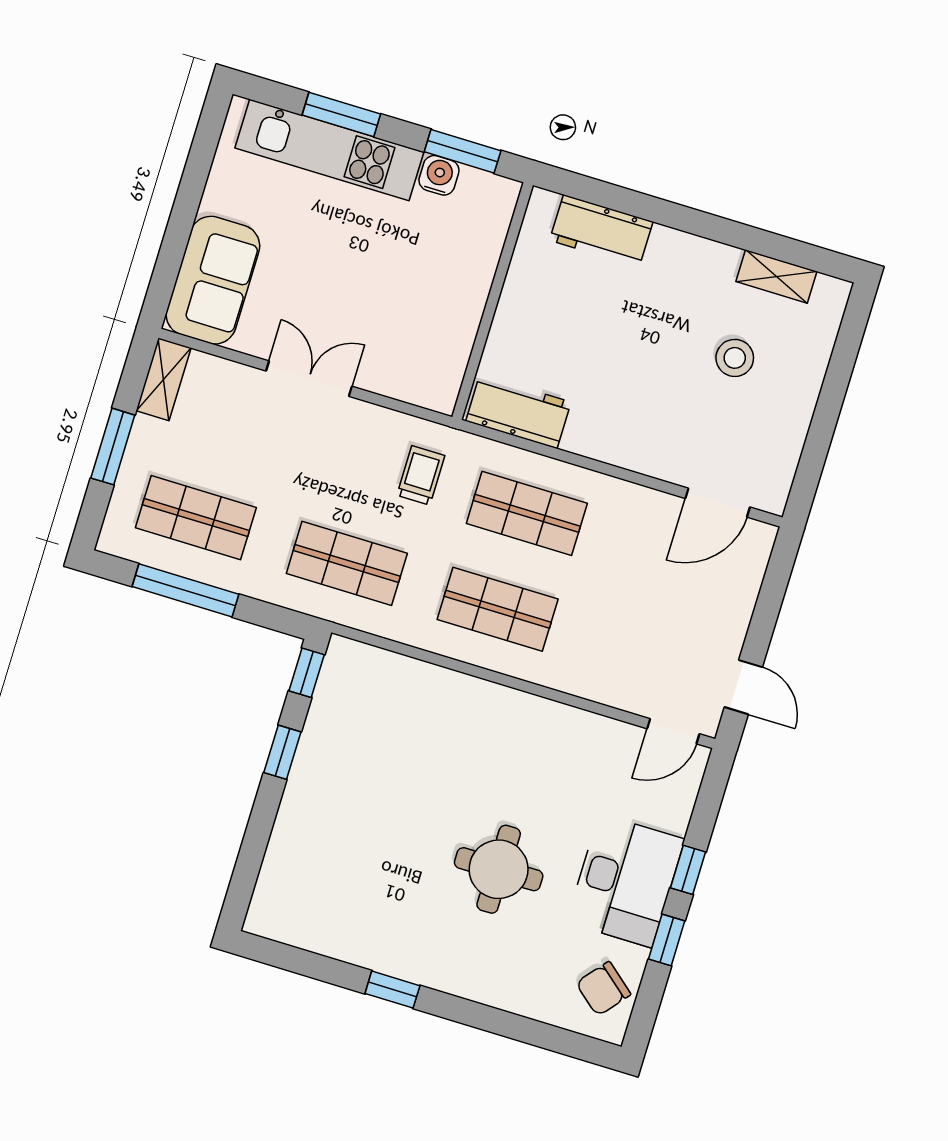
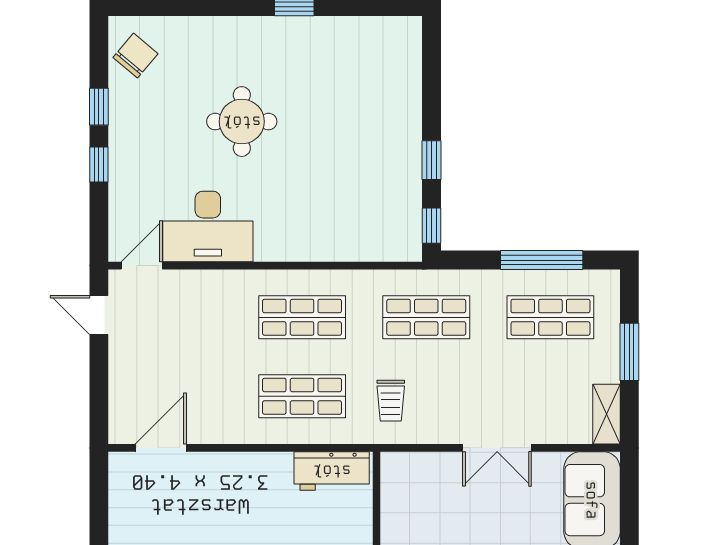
desk: (625, 881) -> (208, 226), moved, turned -90

